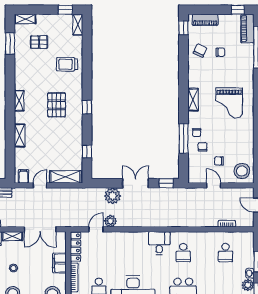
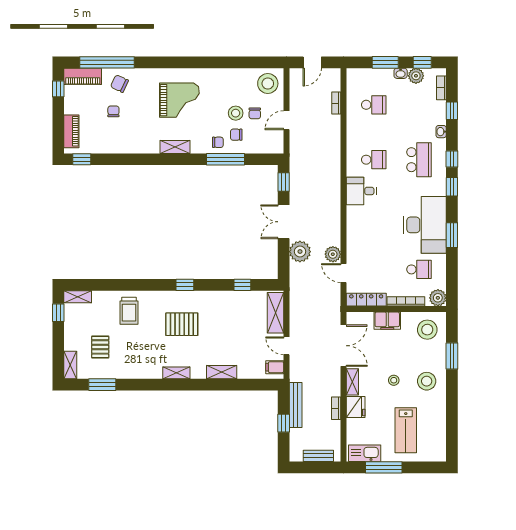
chair: (200, 50) -> (119, 84), moved
stool: (219, 146) -> (236, 113), added

